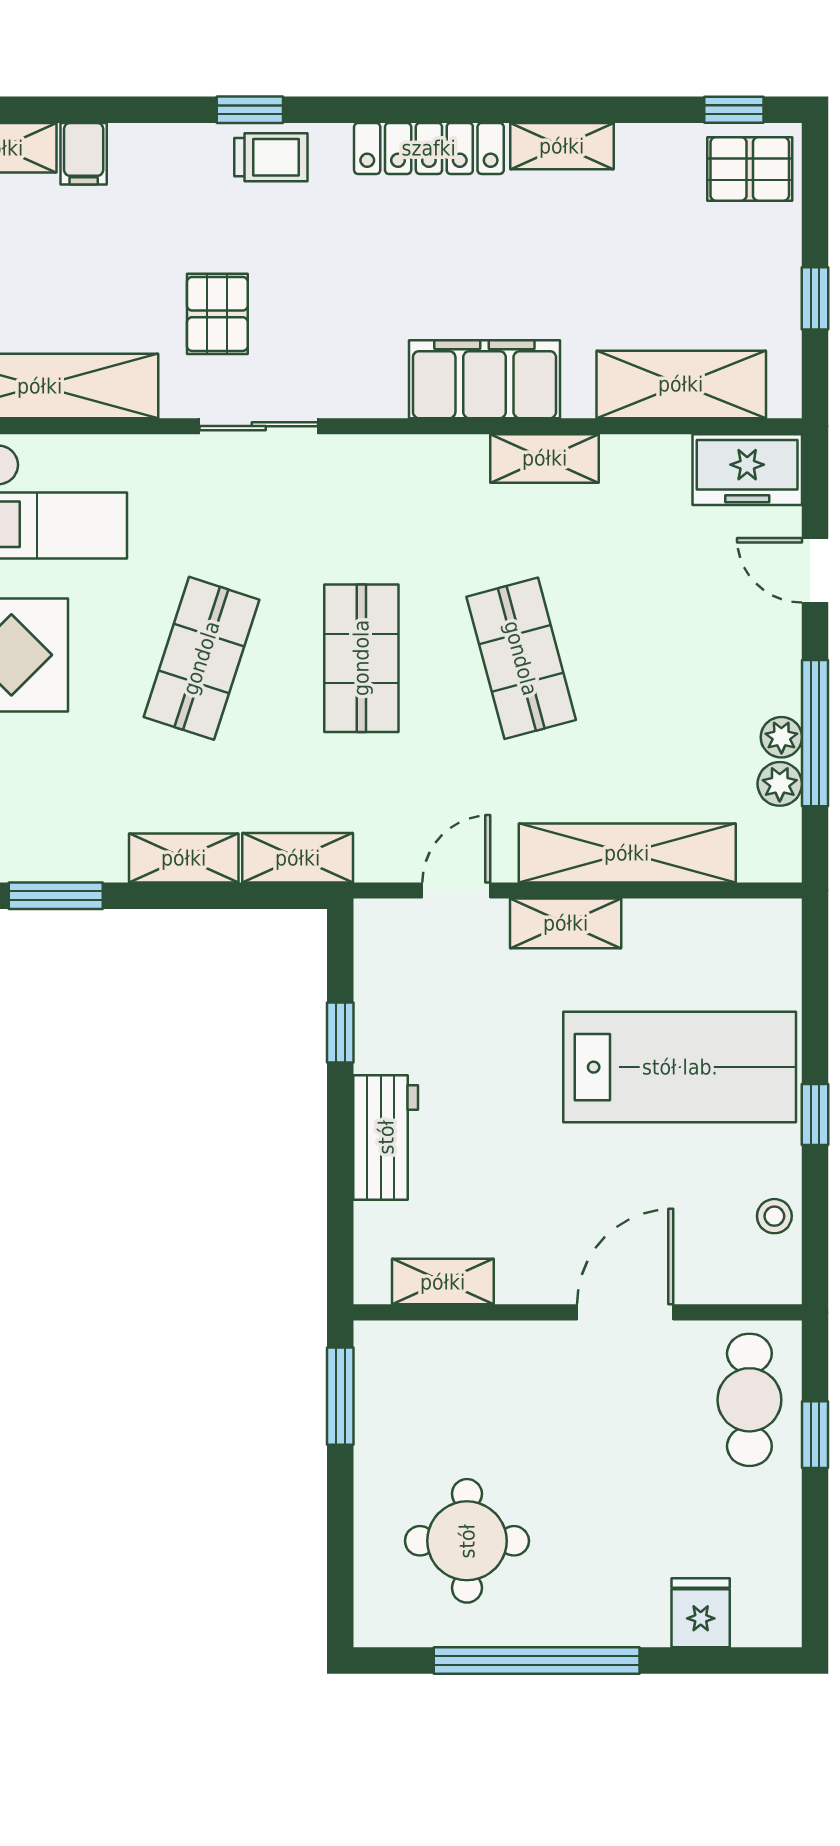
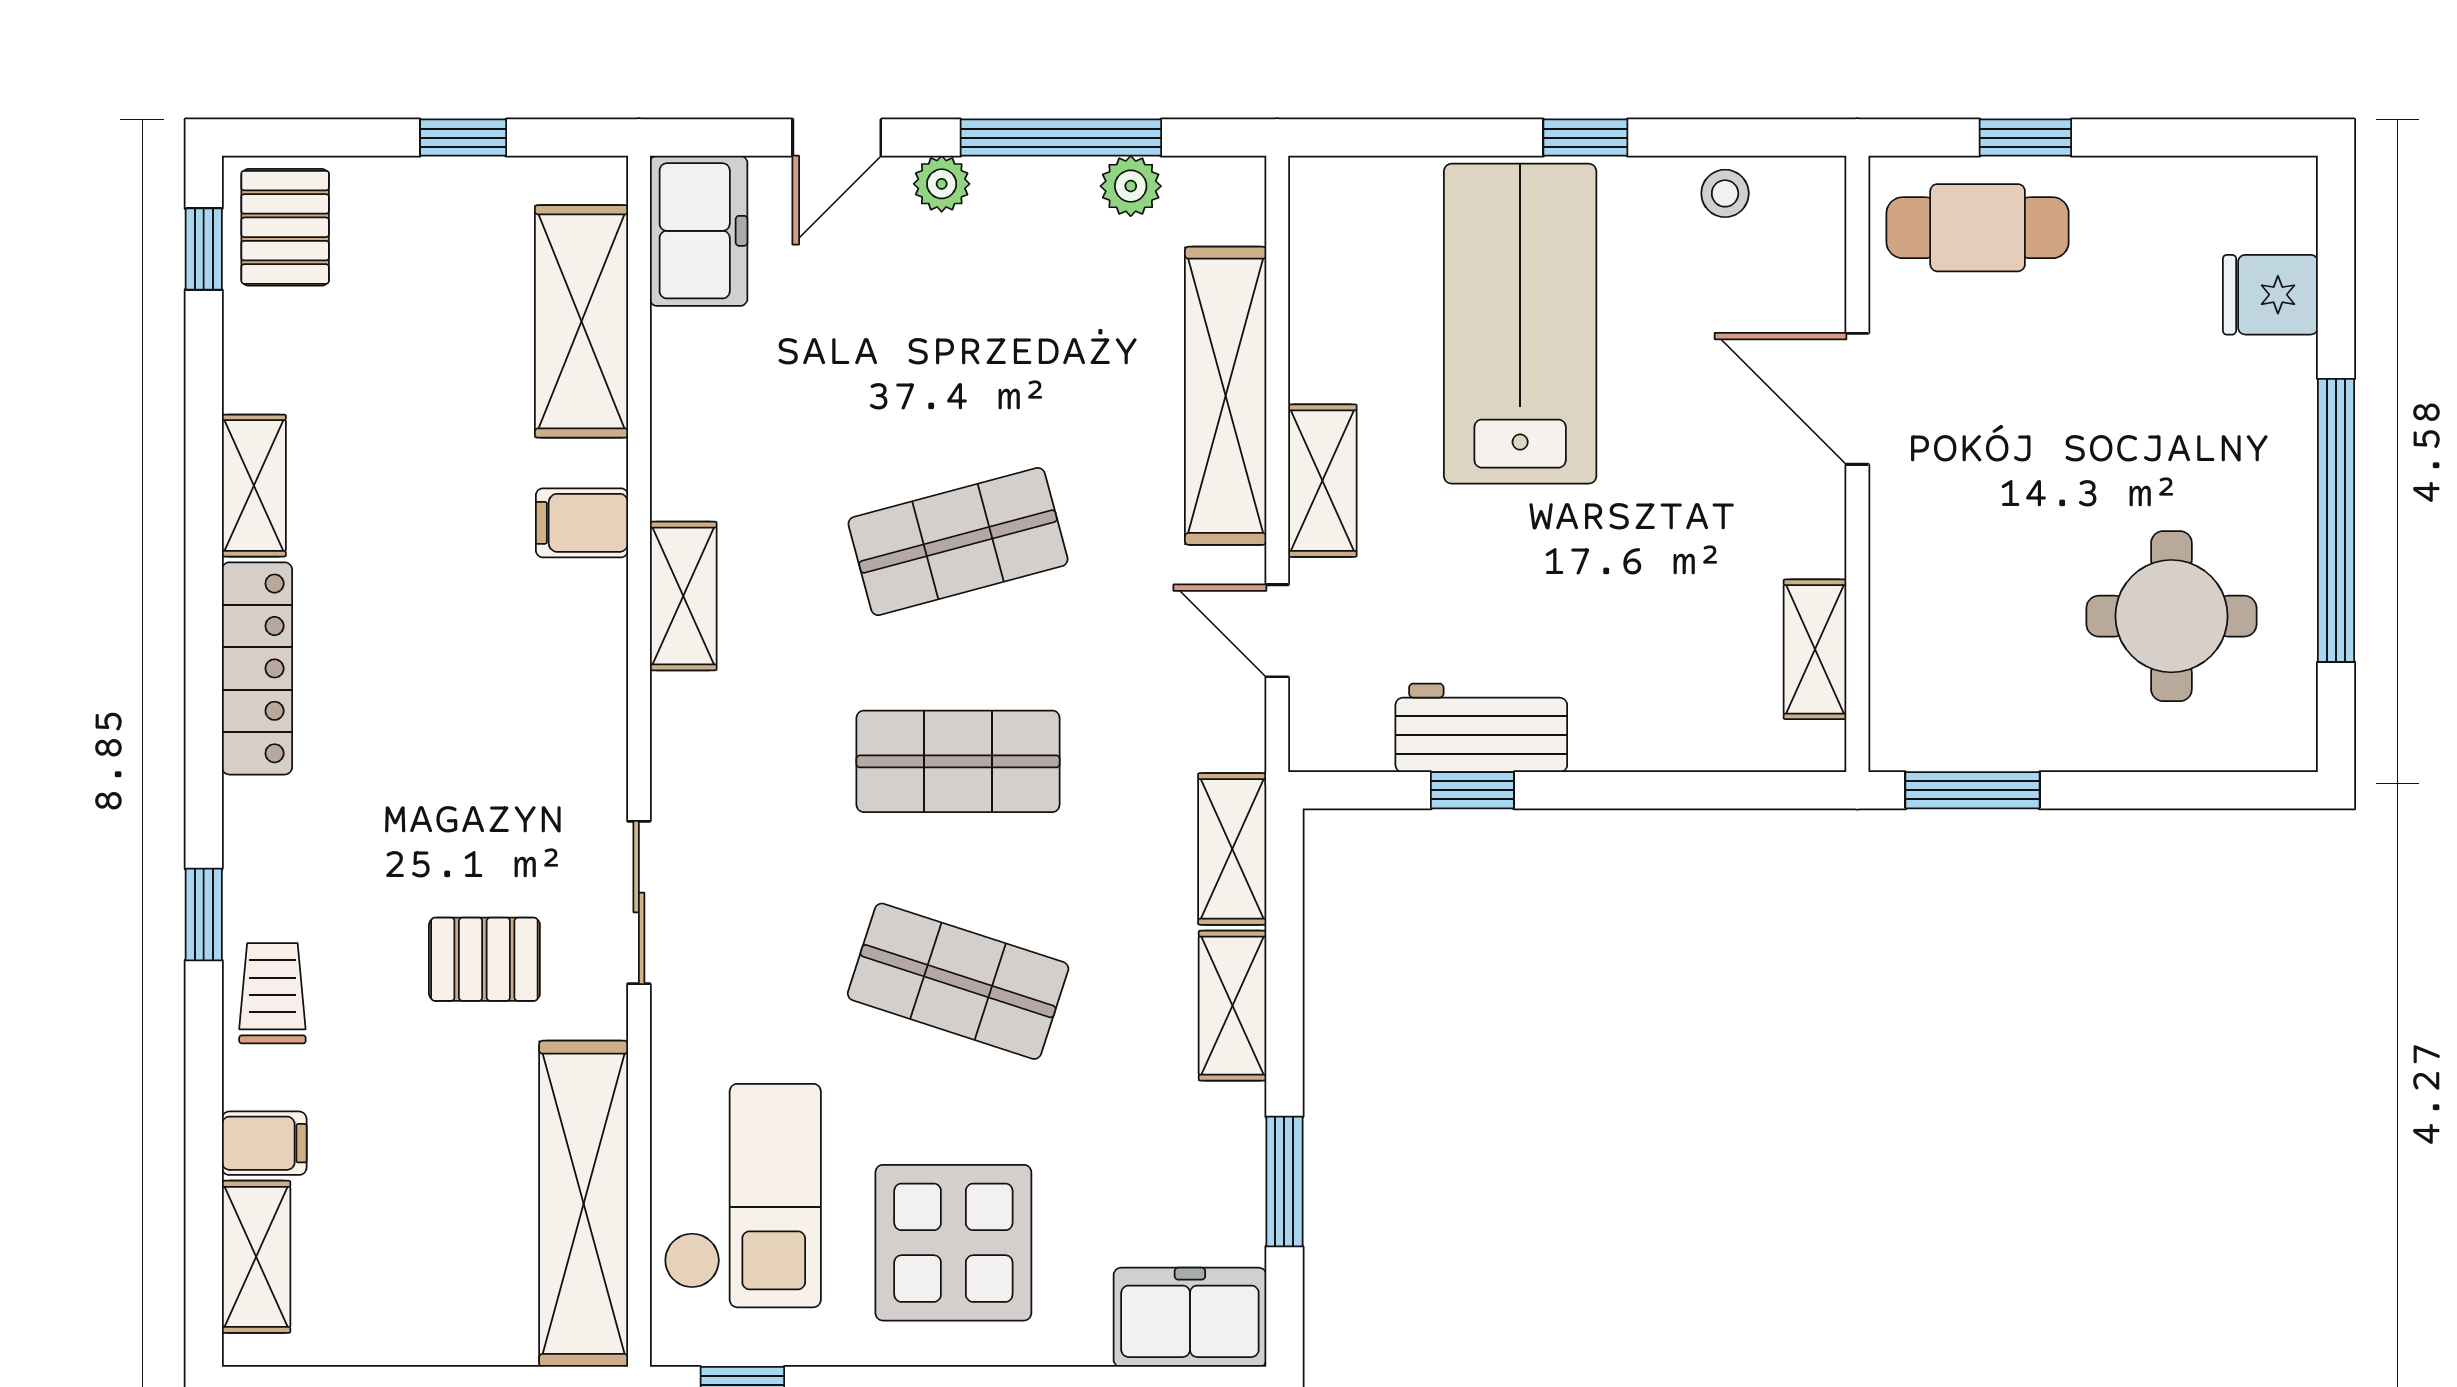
trolley: (271, 157) -> (272, 993), moved
filing cabinet: (484, 379) -> (582, 523), width x0.33, depth x0.86
shelving: (545, 458) -> (683, 596), moved
plant: (781, 737) -> (942, 184), moved
workbench: (386, 1137) -> (1481, 728), moved

